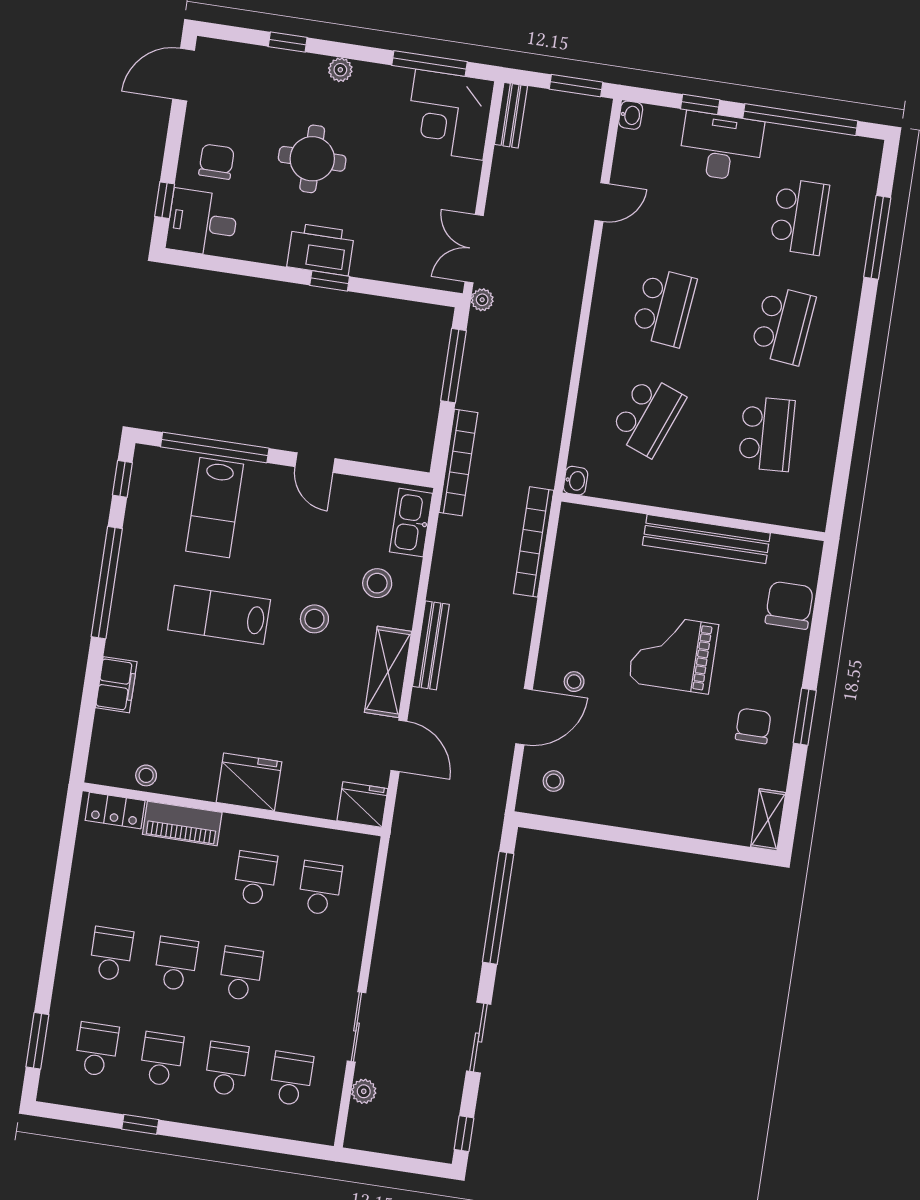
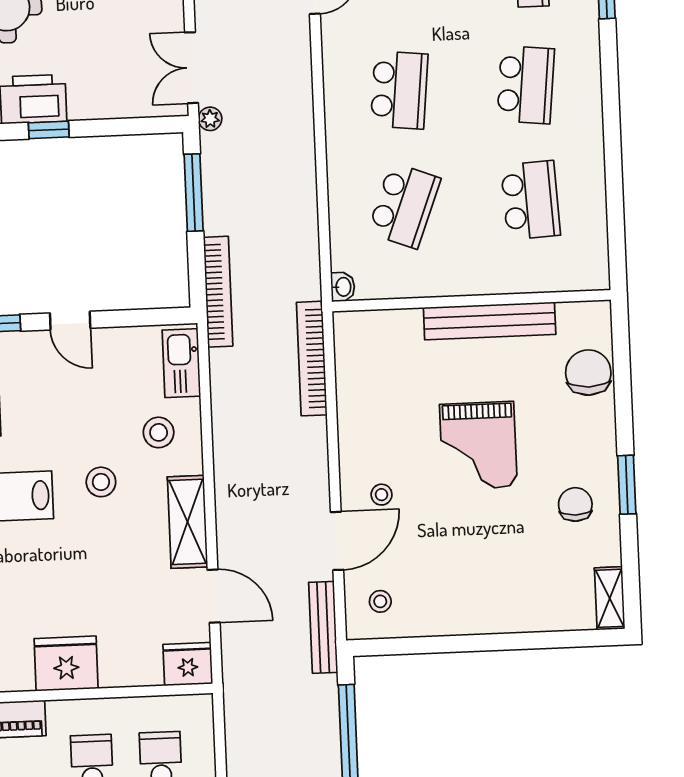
bench: (431, 645) -> (323, 627), moved
grand piano: (673, 653) -> (478, 446), turned -90

